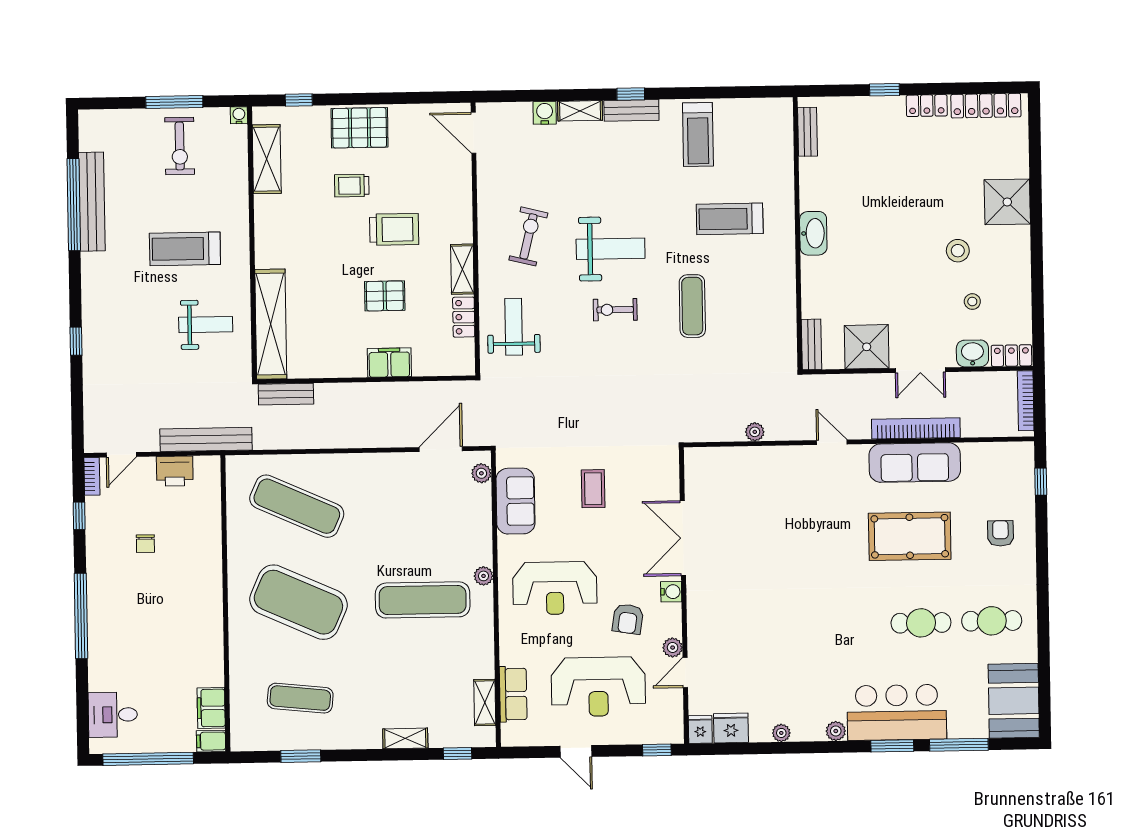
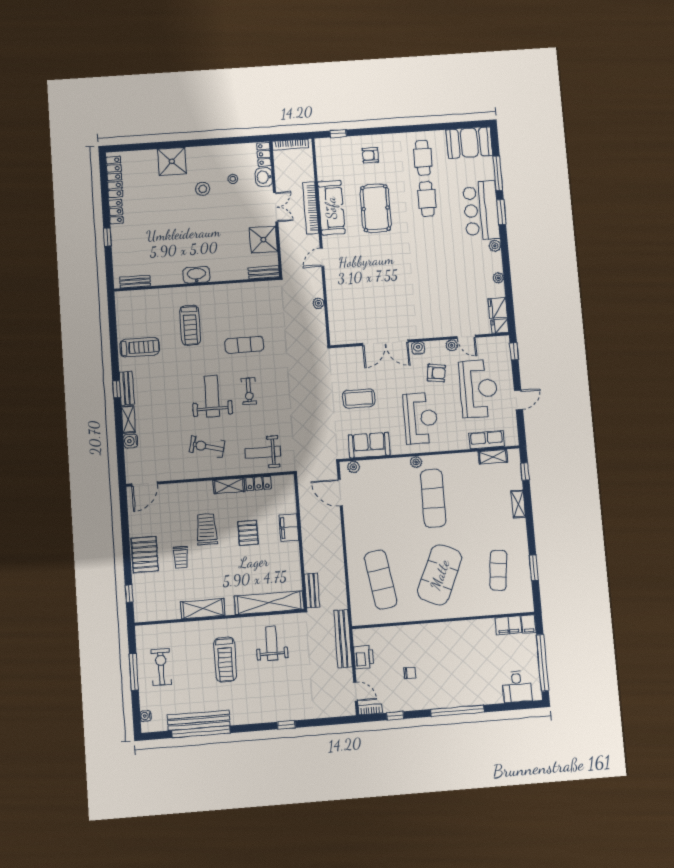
water cooler: (239, 115) -> (146, 716), moved
exercise bike: (180, 146) -> (161, 667), turned -90
shelving: (267, 159) -> (203, 609), moved
coffee table: (593, 489) -> (359, 398), width x1.36, depth x1.30
exercise mat: (297, 506) -> (381, 580), turned -33

